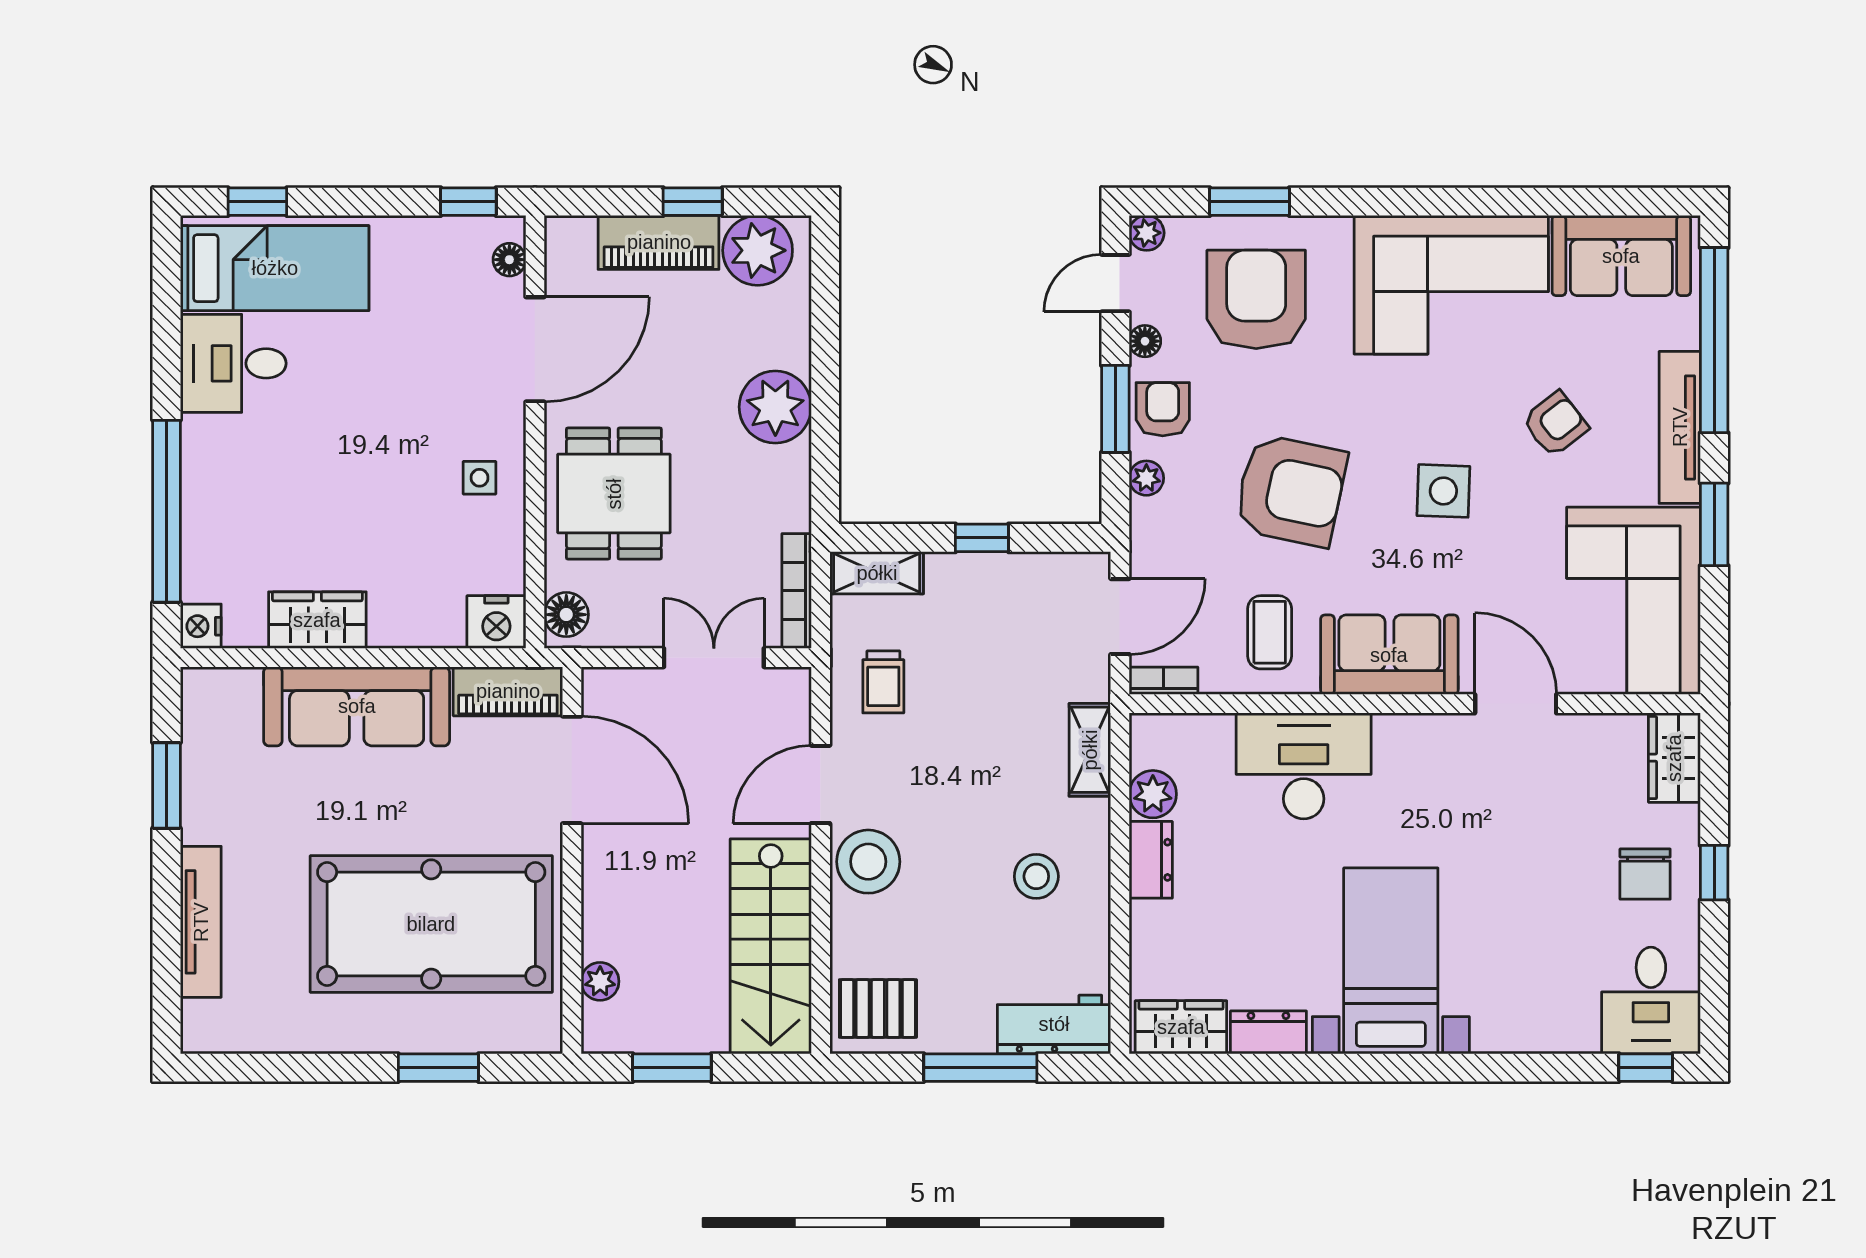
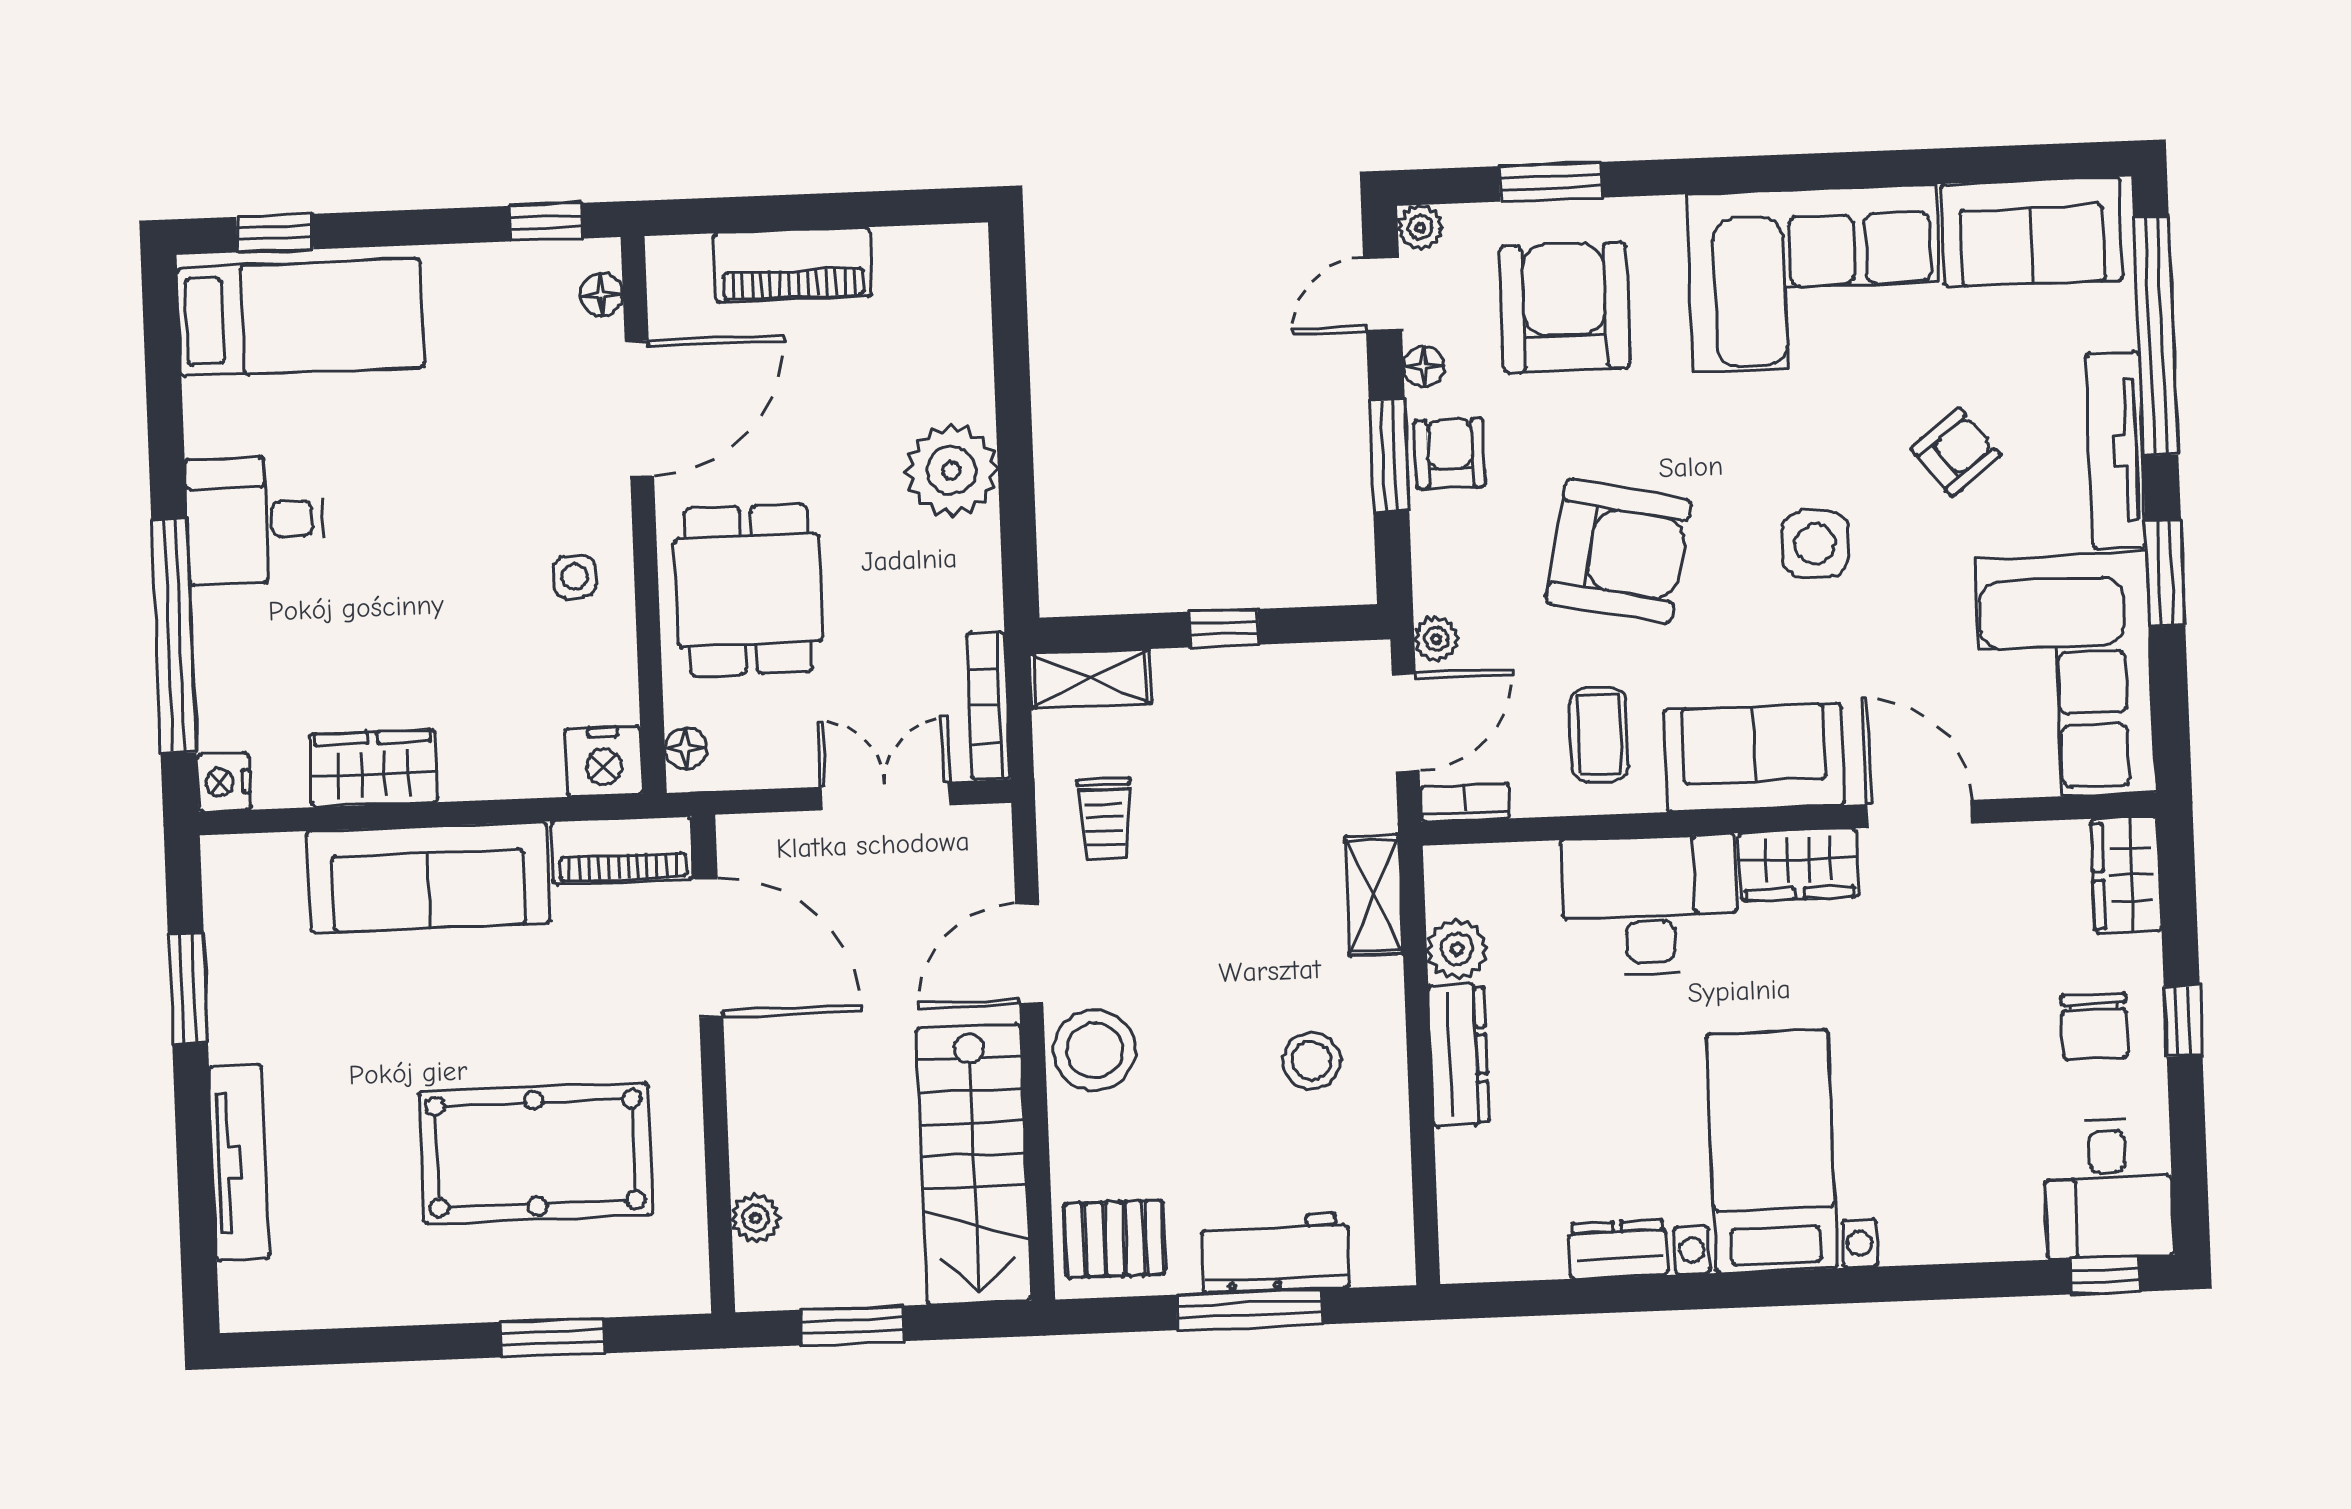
window: (693, 202) -> (835, 211), removed
plant: (758, 250) -> (921, 270), removed
desk: (233, 363) -> (255, 520), moved
plant: (1146, 478) -> (1436, 639), moved
floor lamp: (566, 615) -> (686, 749), width x0.73, depth x0.73
dresser: (1151, 860) -> (1459, 1055), width x1.44
pool table: (431, 924) -> (536, 1153), width x0.73, depth x0.76
workbench: (1054, 1024) -> (1275, 1253), moved
wardrobe: (1181, 1027) -> (1799, 865), moved, turned 180

